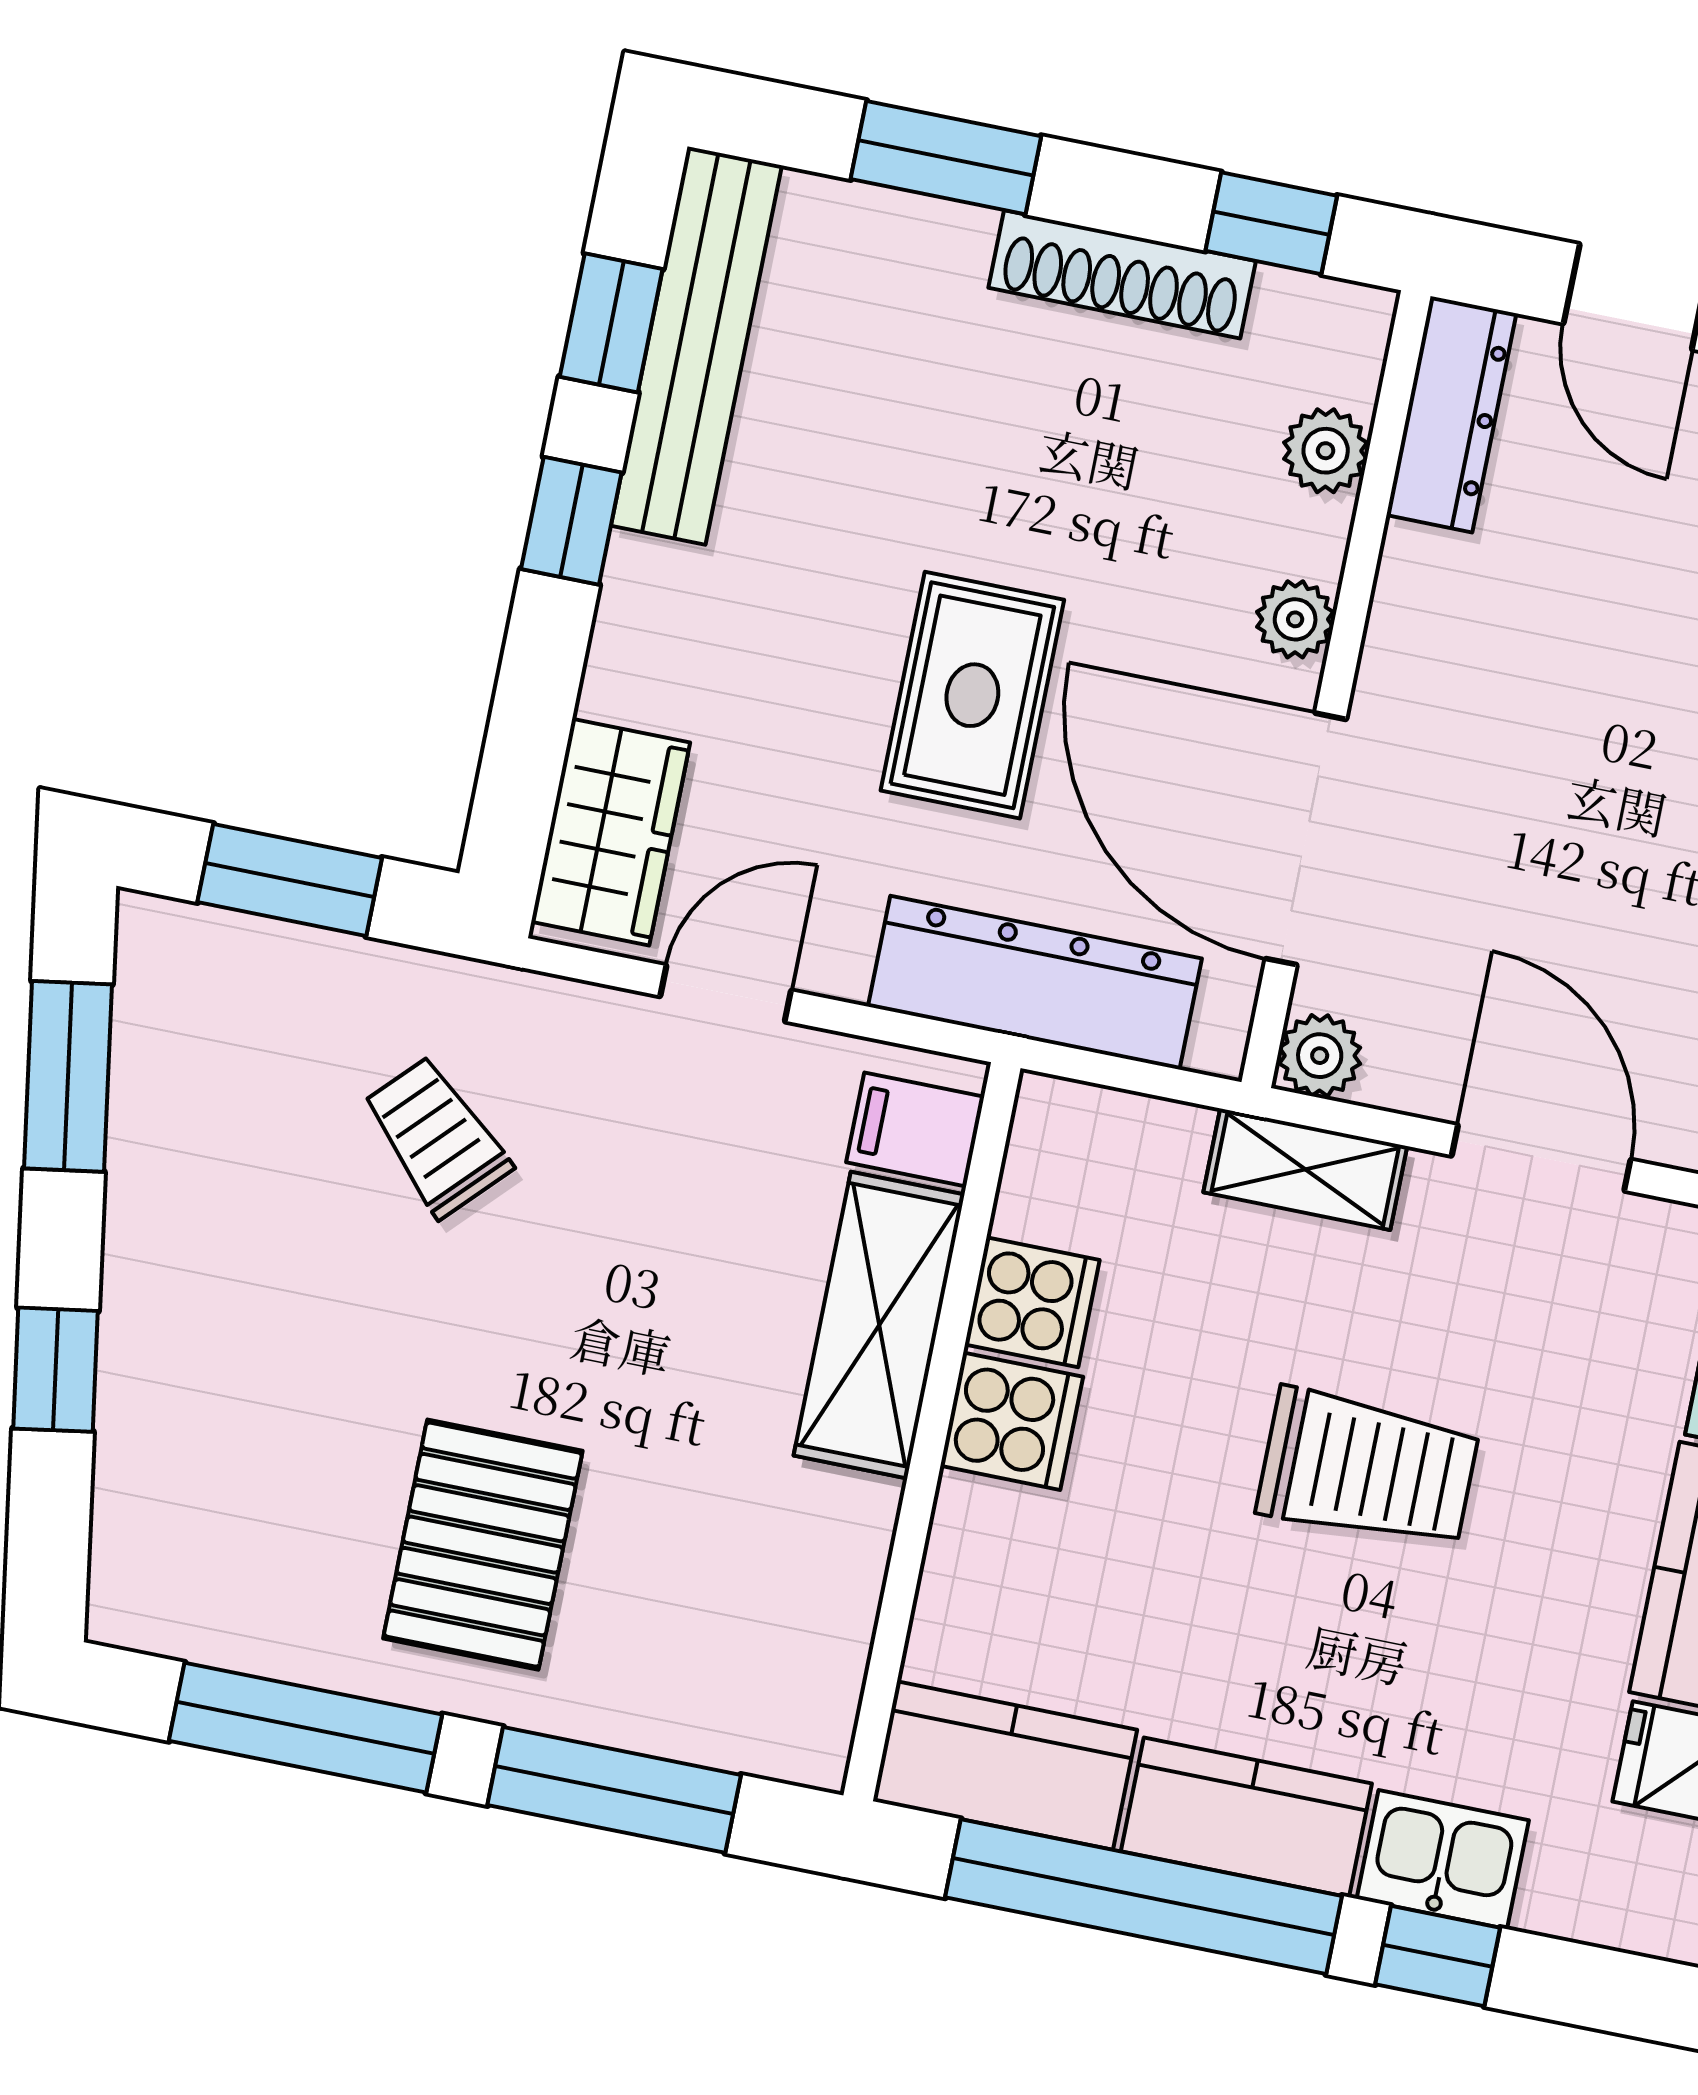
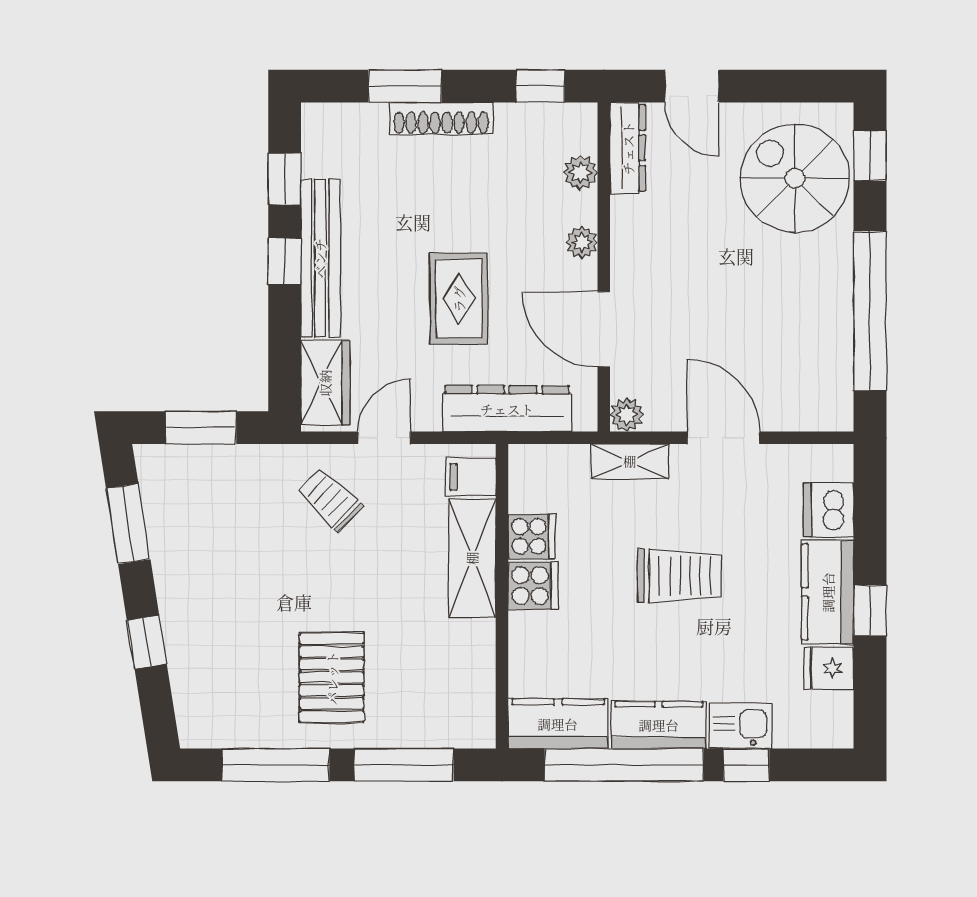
shoe rack: (1122, 274) -> (441, 118), moved
bench: (696, 346) -> (320, 258), moved
door: (1306, 839) -> (604, 329), width x0.73
trolley: (437, 1137) -> (330, 499), moved

